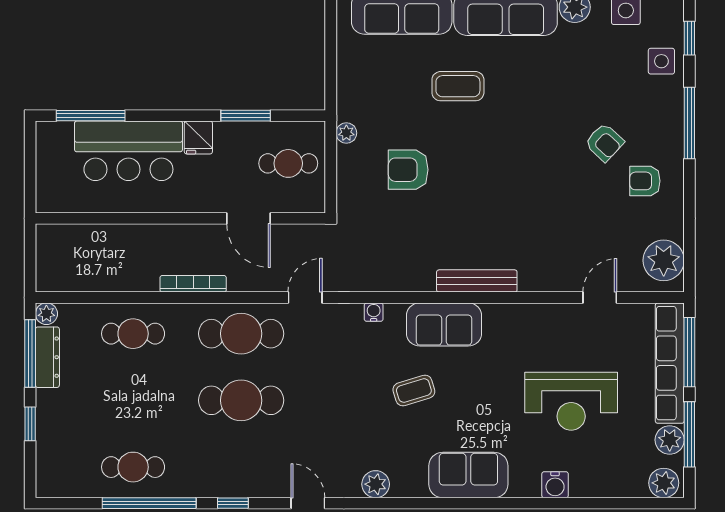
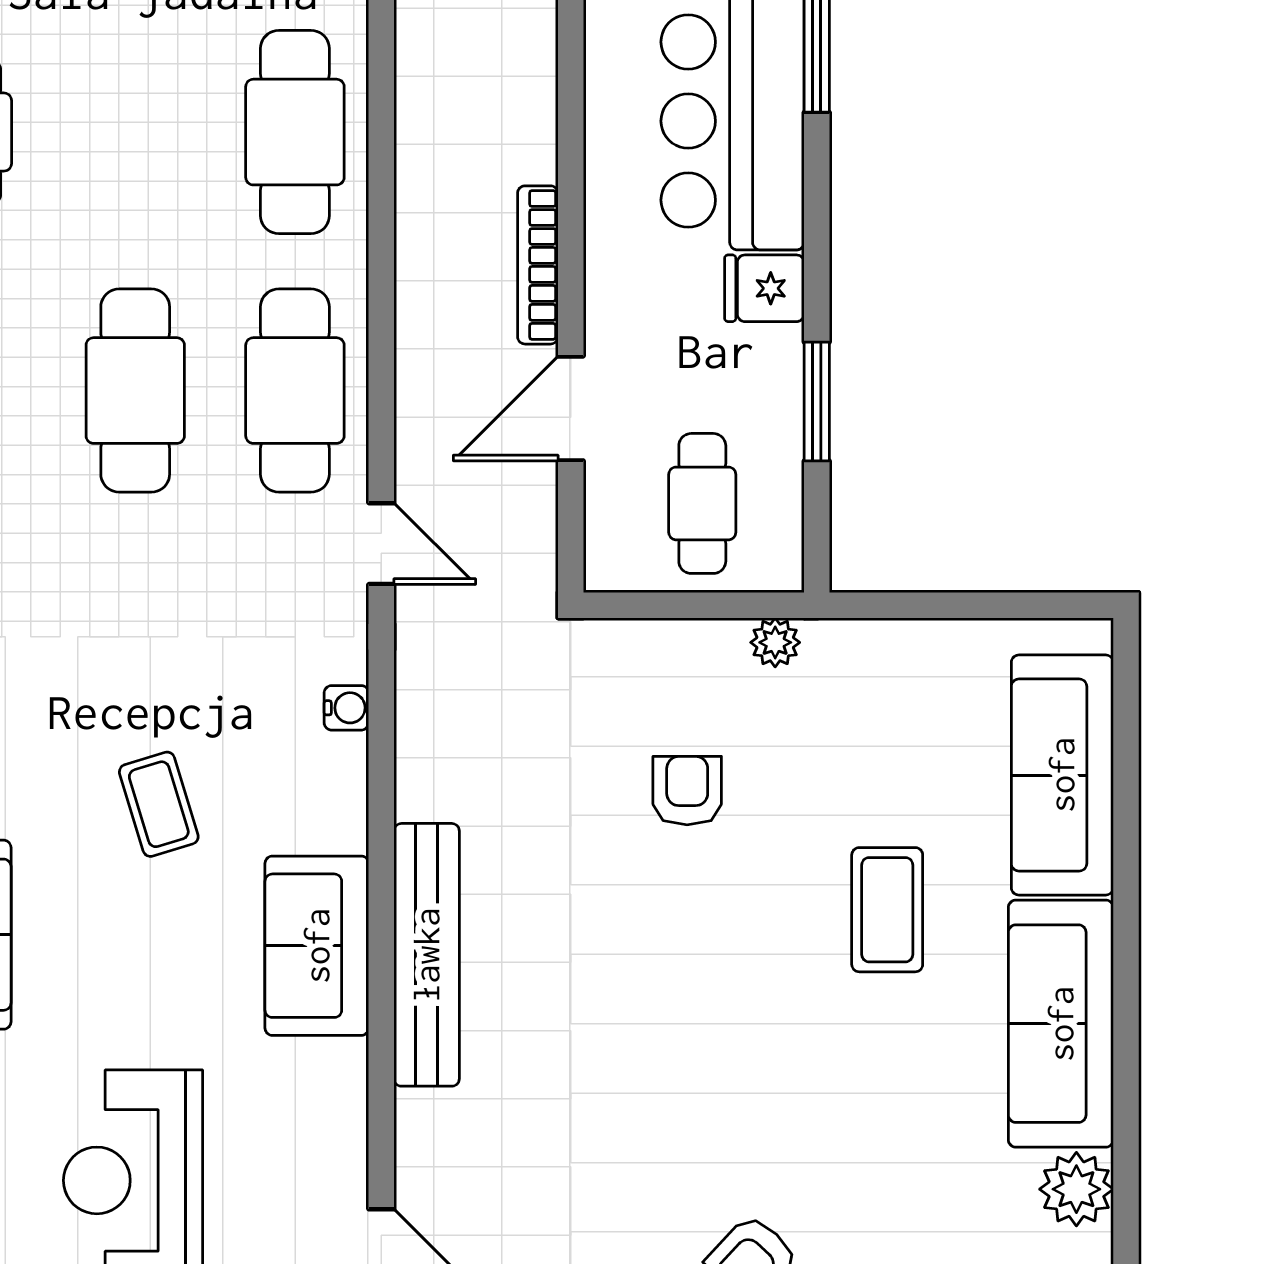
armchair: (408, 170) -> (687, 791), width x0.72, depth x0.72
bench: (477, 281) -> (427, 955), width x1.37, depth x1.21
bookcase: (193, 284) -> (538, 265), moved, turned 180
sofa: (444, 324) -> (317, 946), moved
cafe table: (133, 334) -> (295, 132), width x1.37, depth x1.35

